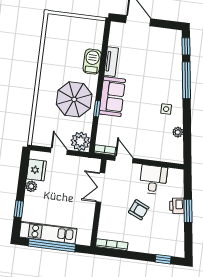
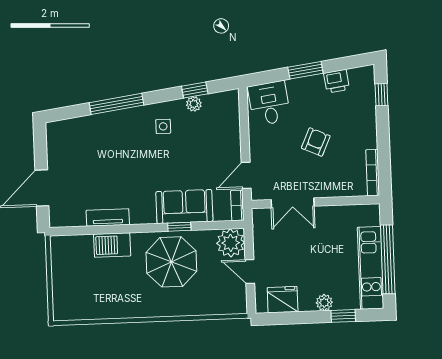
window: (186, 46) -> (195, 90), moved
sofa: (112, 97) -> (184, 207), moved
door: (59, 151) -> (250, 271), hinge flipped
desk: (153, 180) -> (269, 103), moved, turned 82
plant: (31, 186) -> (324, 303), moved
printer: (177, 206) -> (337, 81), moved

